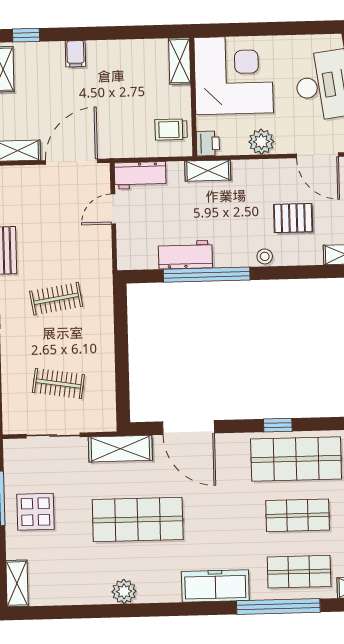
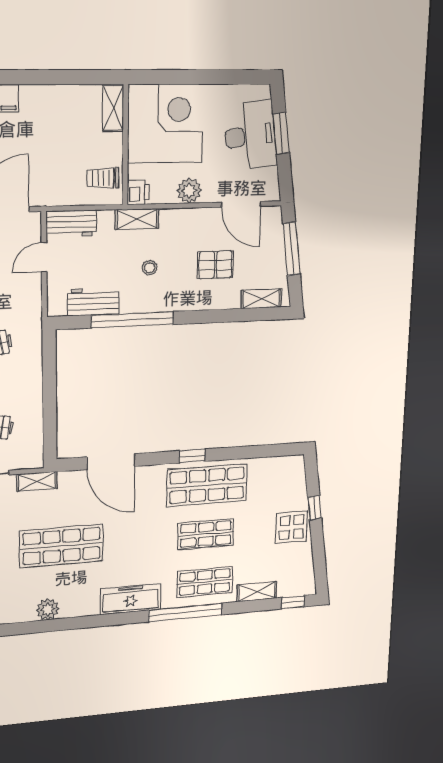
workbench: (185, 255) -> (93, 302), moved
stool: (265, 256) -> (150, 268), moved
shelving: (120, 449) -> (37, 481), width x0.67, depth x0.75

